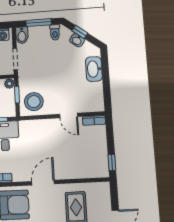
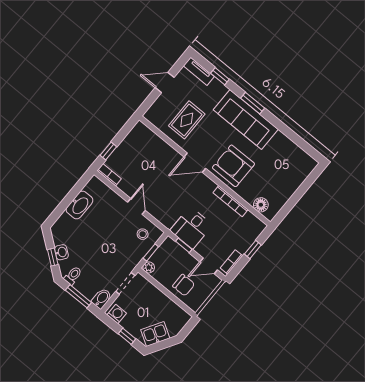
washbasin: (94, 69) -> (79, 205), moved
stool: (34, 102) -> (143, 234), width x0.53, depth x0.53
door: (69, 115) -> (136, 206), moved
window: (112, 163) -> (108, 151), moved

